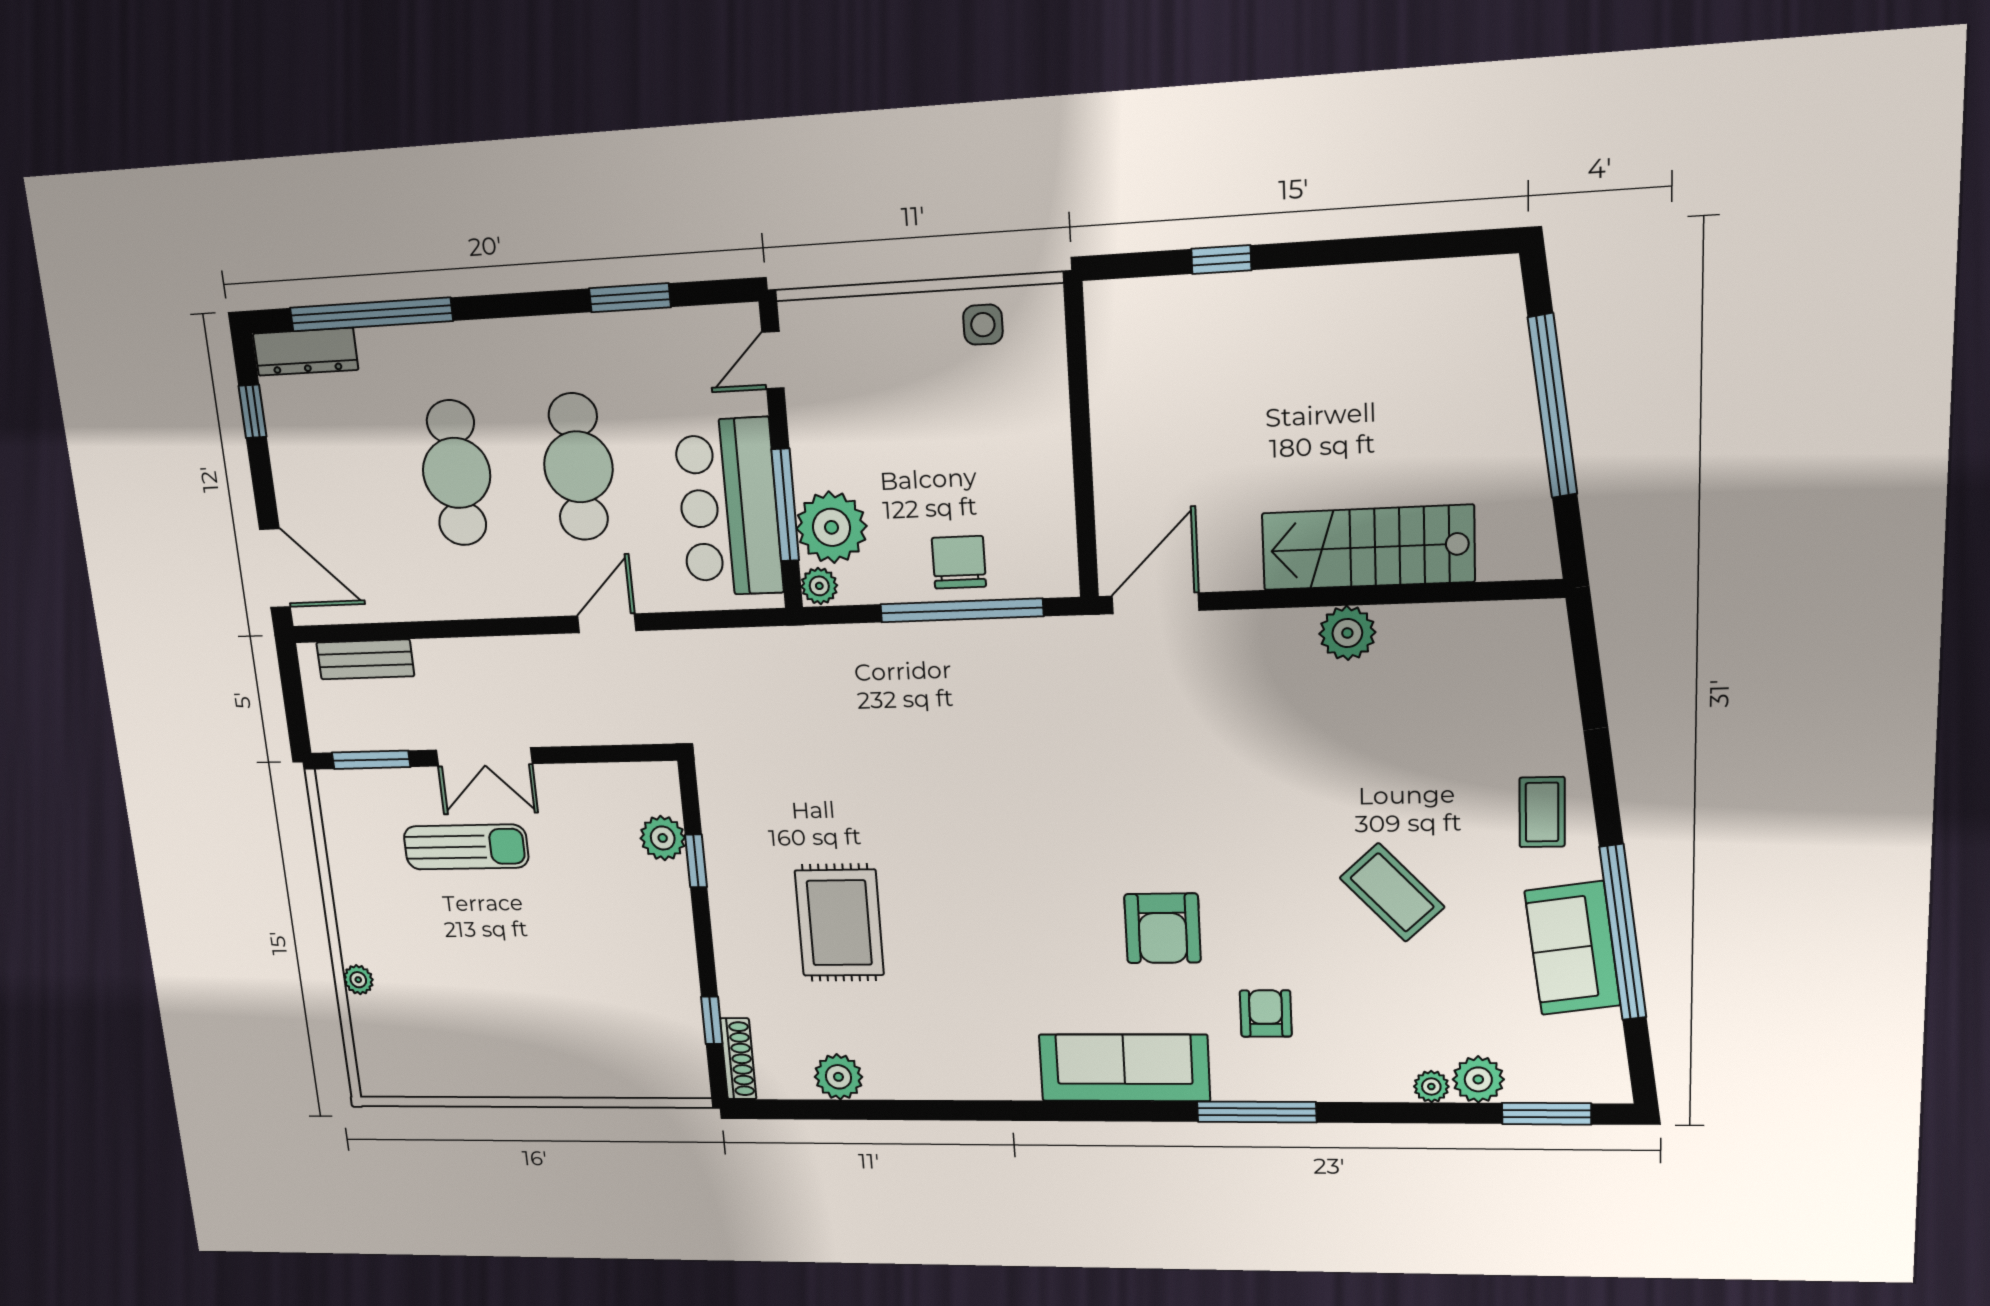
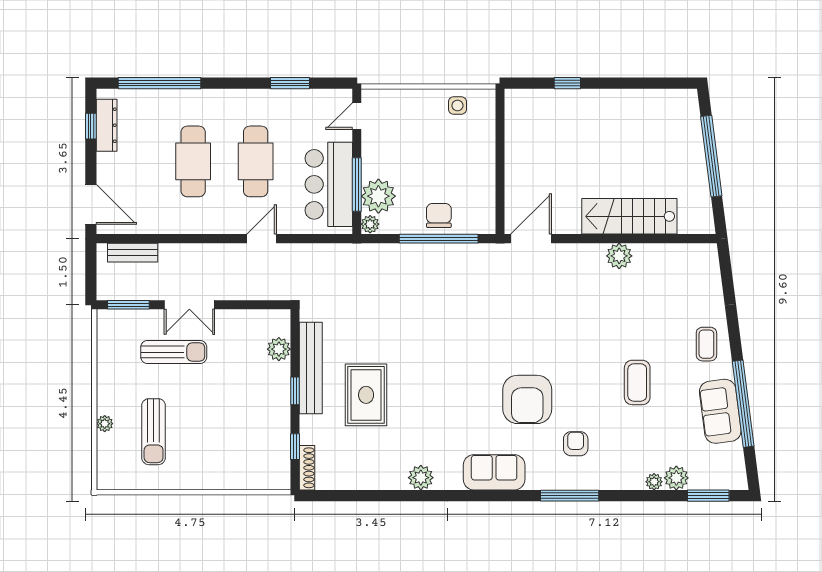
dresser: (306, 352) -> (107, 125), moved, turned -90
window: (696, 861) -> (295, 391), moved
bench: (728, 873) -> (311, 368), added
coffee table: (1392, 892) -> (637, 382), turned 43
armchair: (1162, 928) -> (527, 399), width x1.36, depth x1.36
sun lounger: (448, 994) -> (154, 432), added
sofa: (1124, 1068) -> (494, 472), width x0.73
plant: (838, 1077) -> (421, 478), moved

